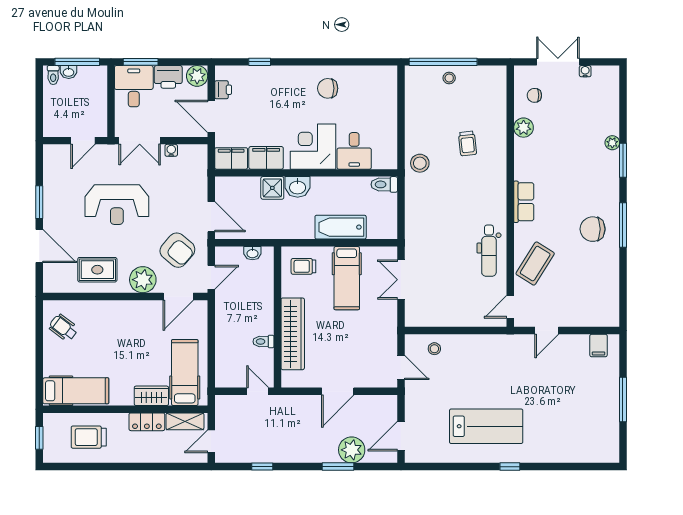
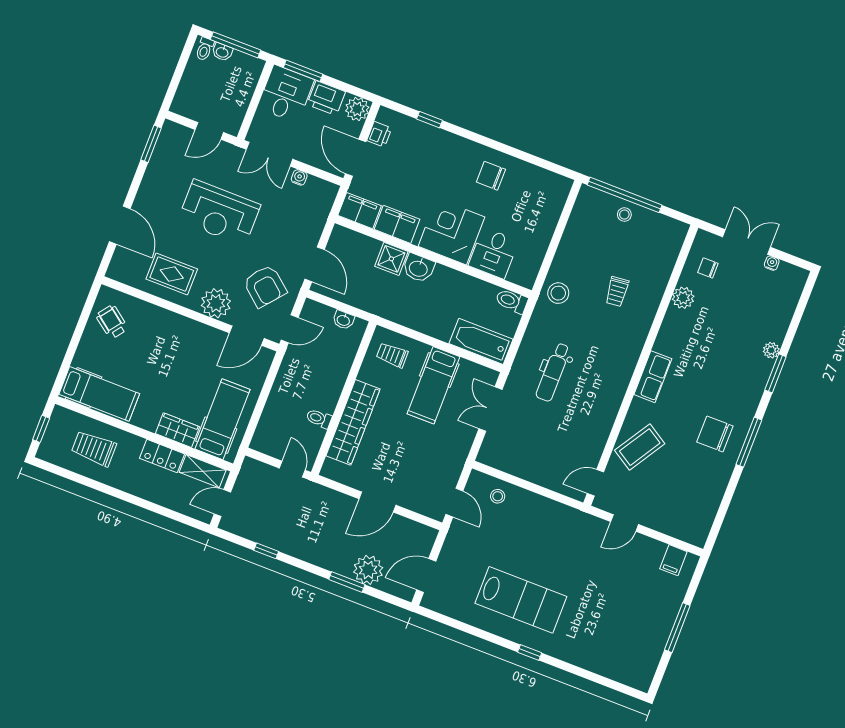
window: (39, 202) -> (151, 144), moved
bathtub: (341, 227) -> (481, 341), moved
dental chair: (489, 251) -> (553, 372), moved

